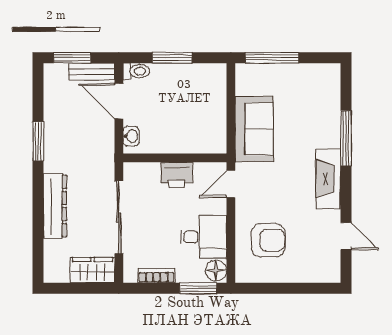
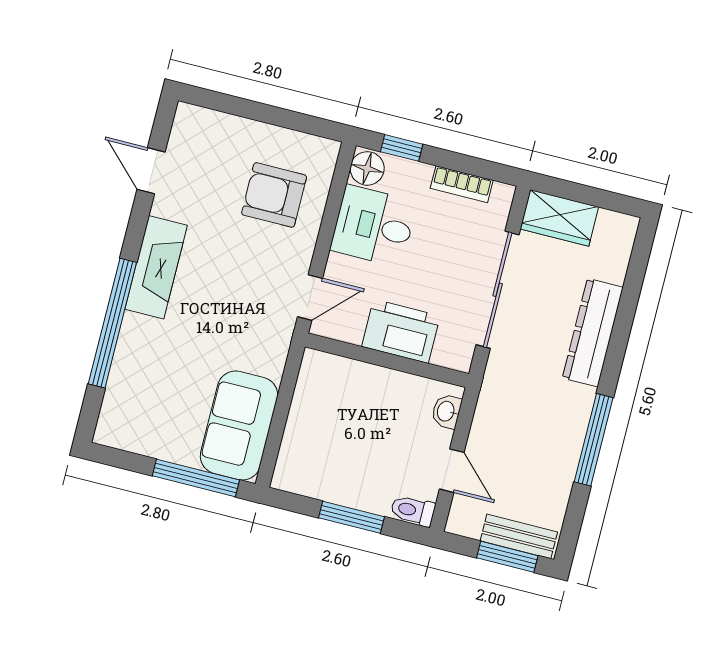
bench: (92, 72) -> (519, 536), moved
door: (119, 101) -> (452, 471), width x0.73
sofa: (254, 129) -> (239, 426), moved
window: (346, 138) -> (112, 323), width x1.46
window: (38, 141) -> (594, 440), width x1.44
printer: (177, 175) -> (401, 331), width x1.37, depth x1.19
window: (198, 288) -> (402, 148), width x0.67

